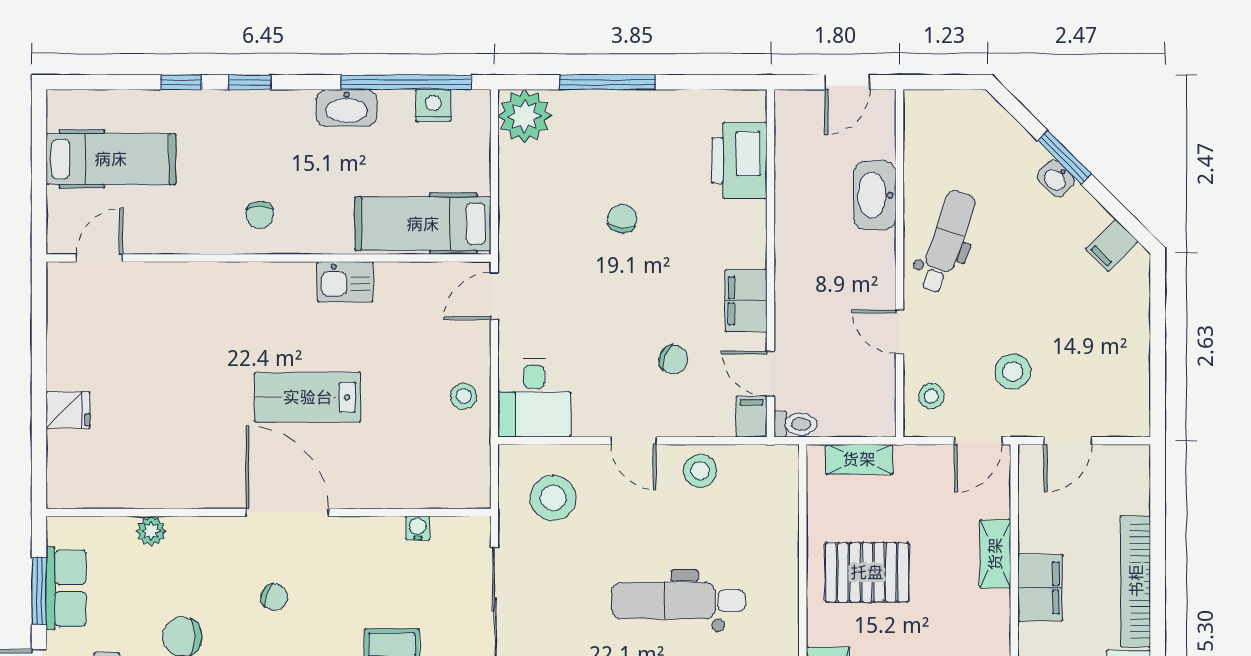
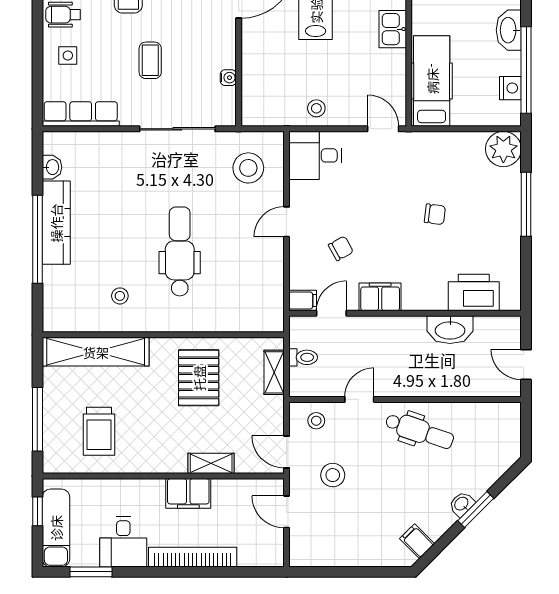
washbasin: (875, 195) -> (450, 330), moved, turned 180
chair: (673, 359) -> (341, 248), turned -140
toilet: (795, 424) -> (303, 357), moved, turned -90
stool: (700, 471) -> (267, 266), removed

